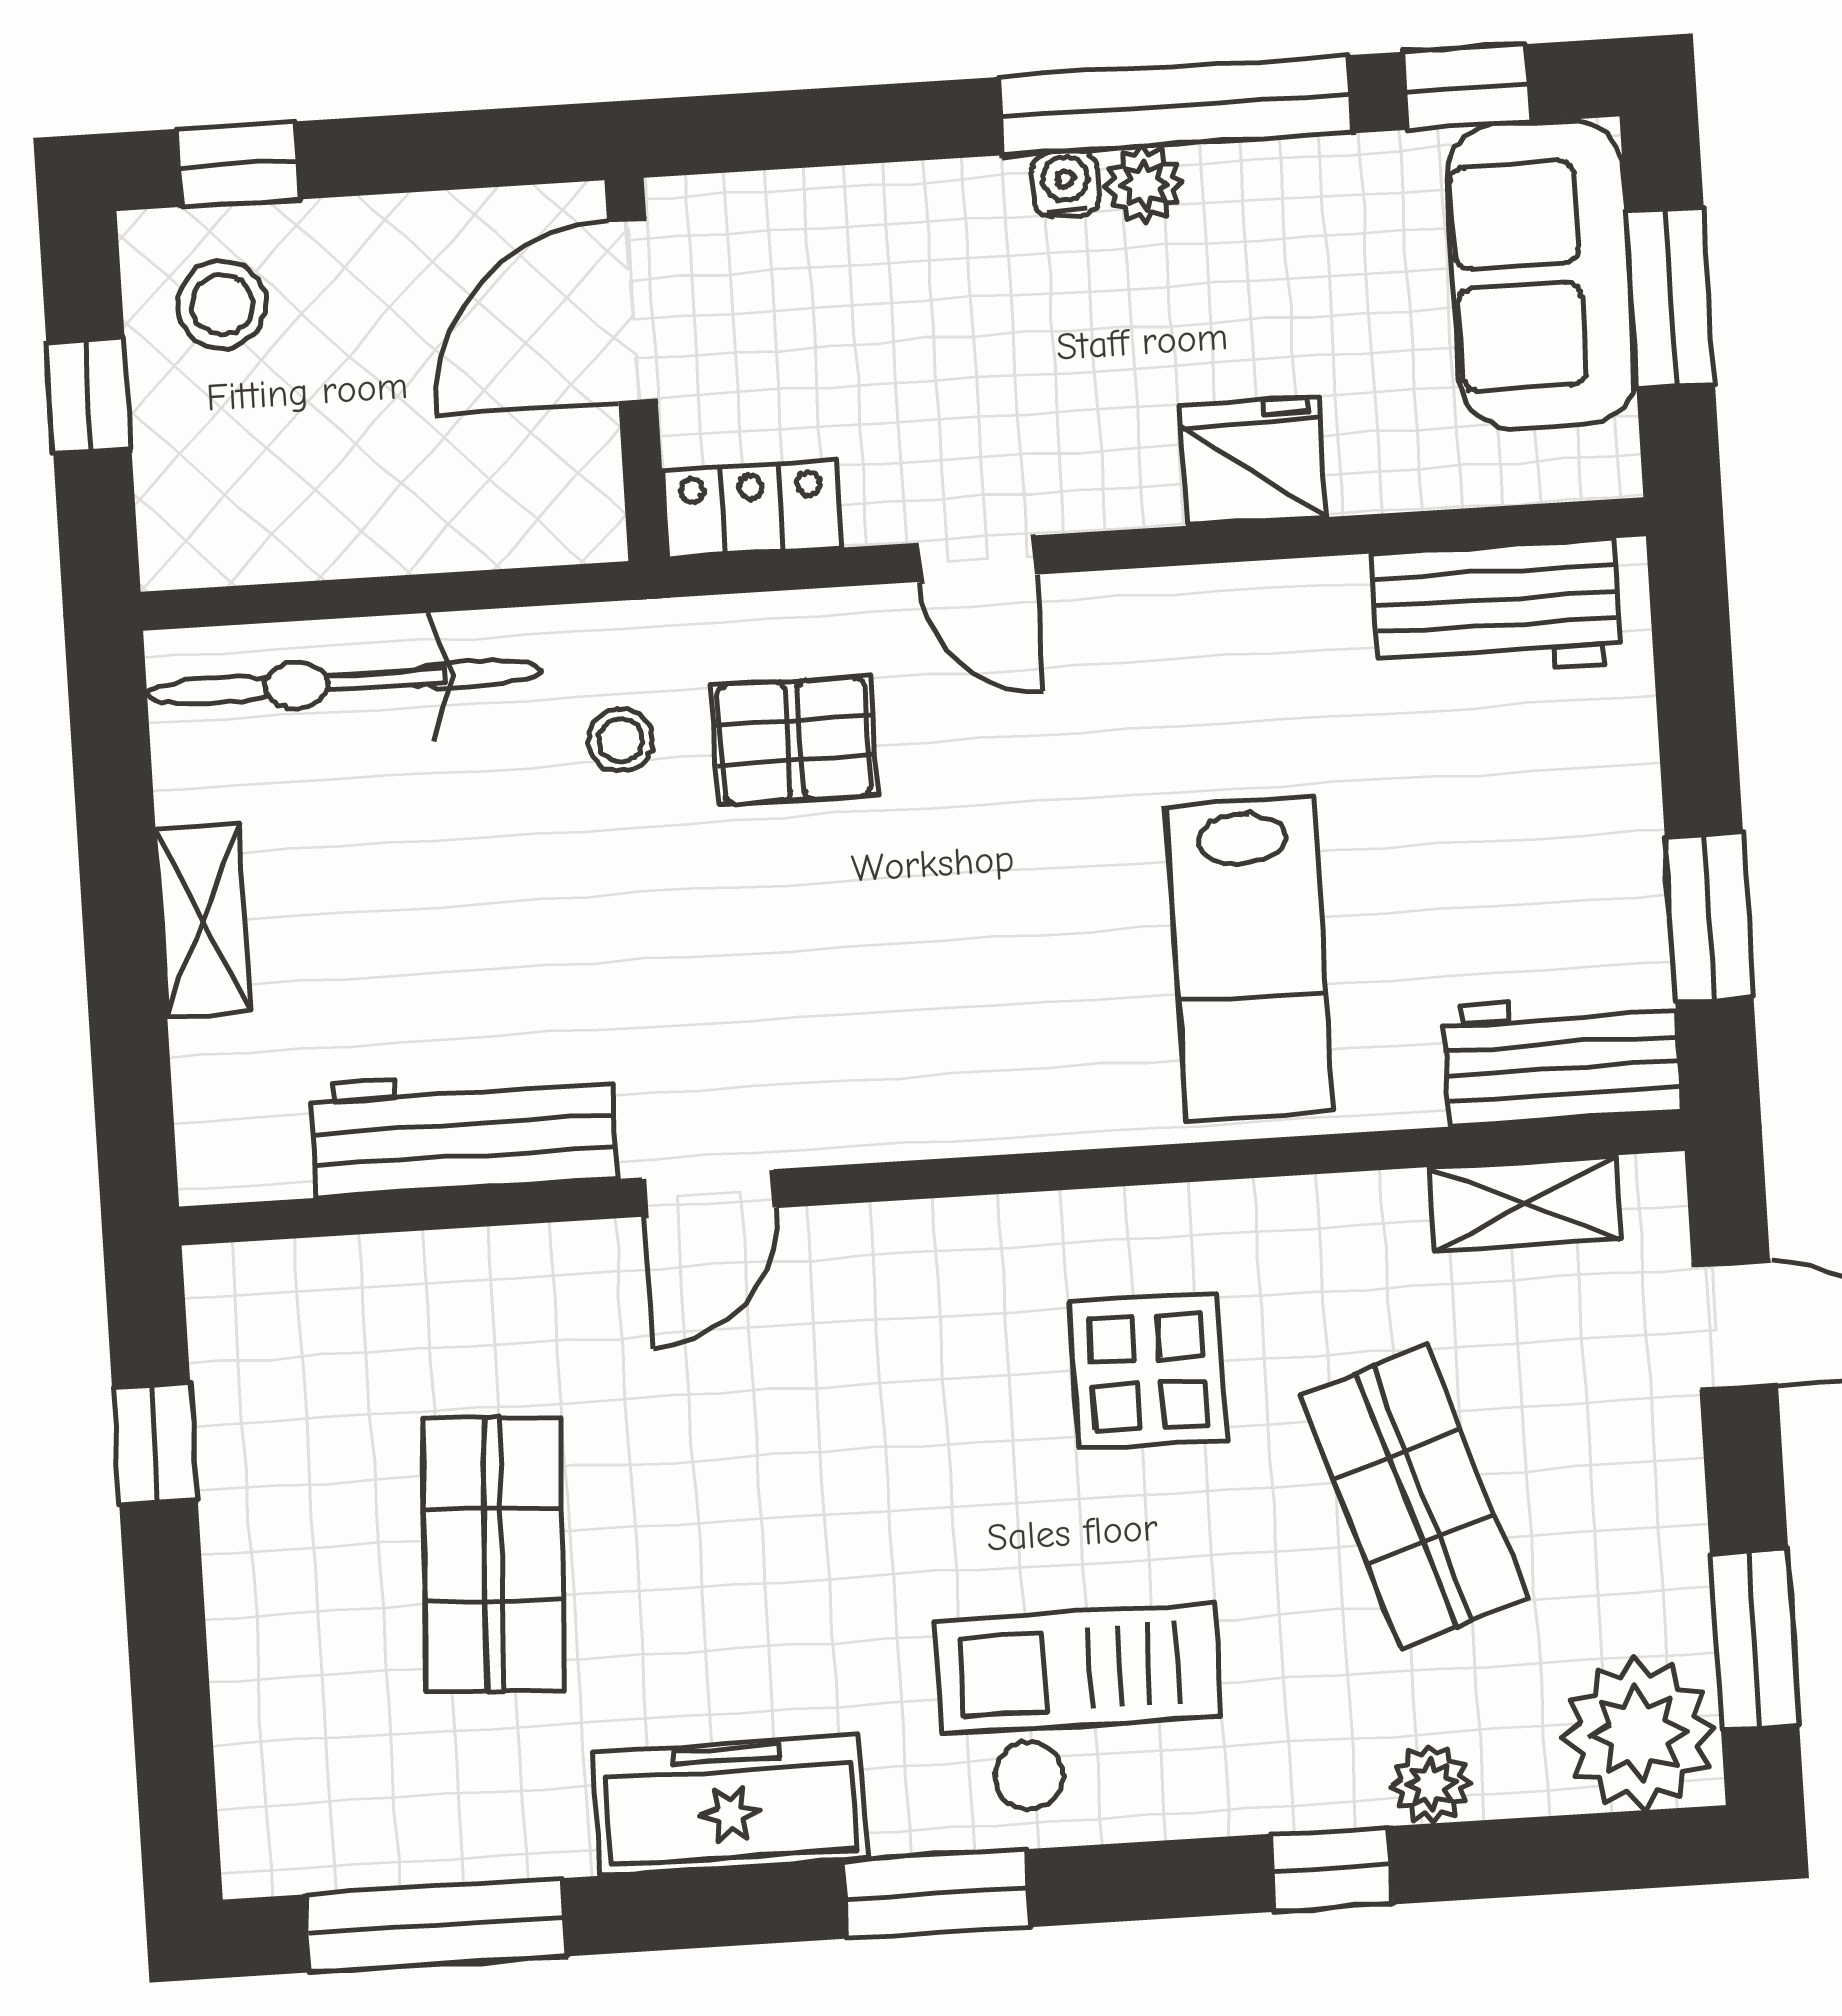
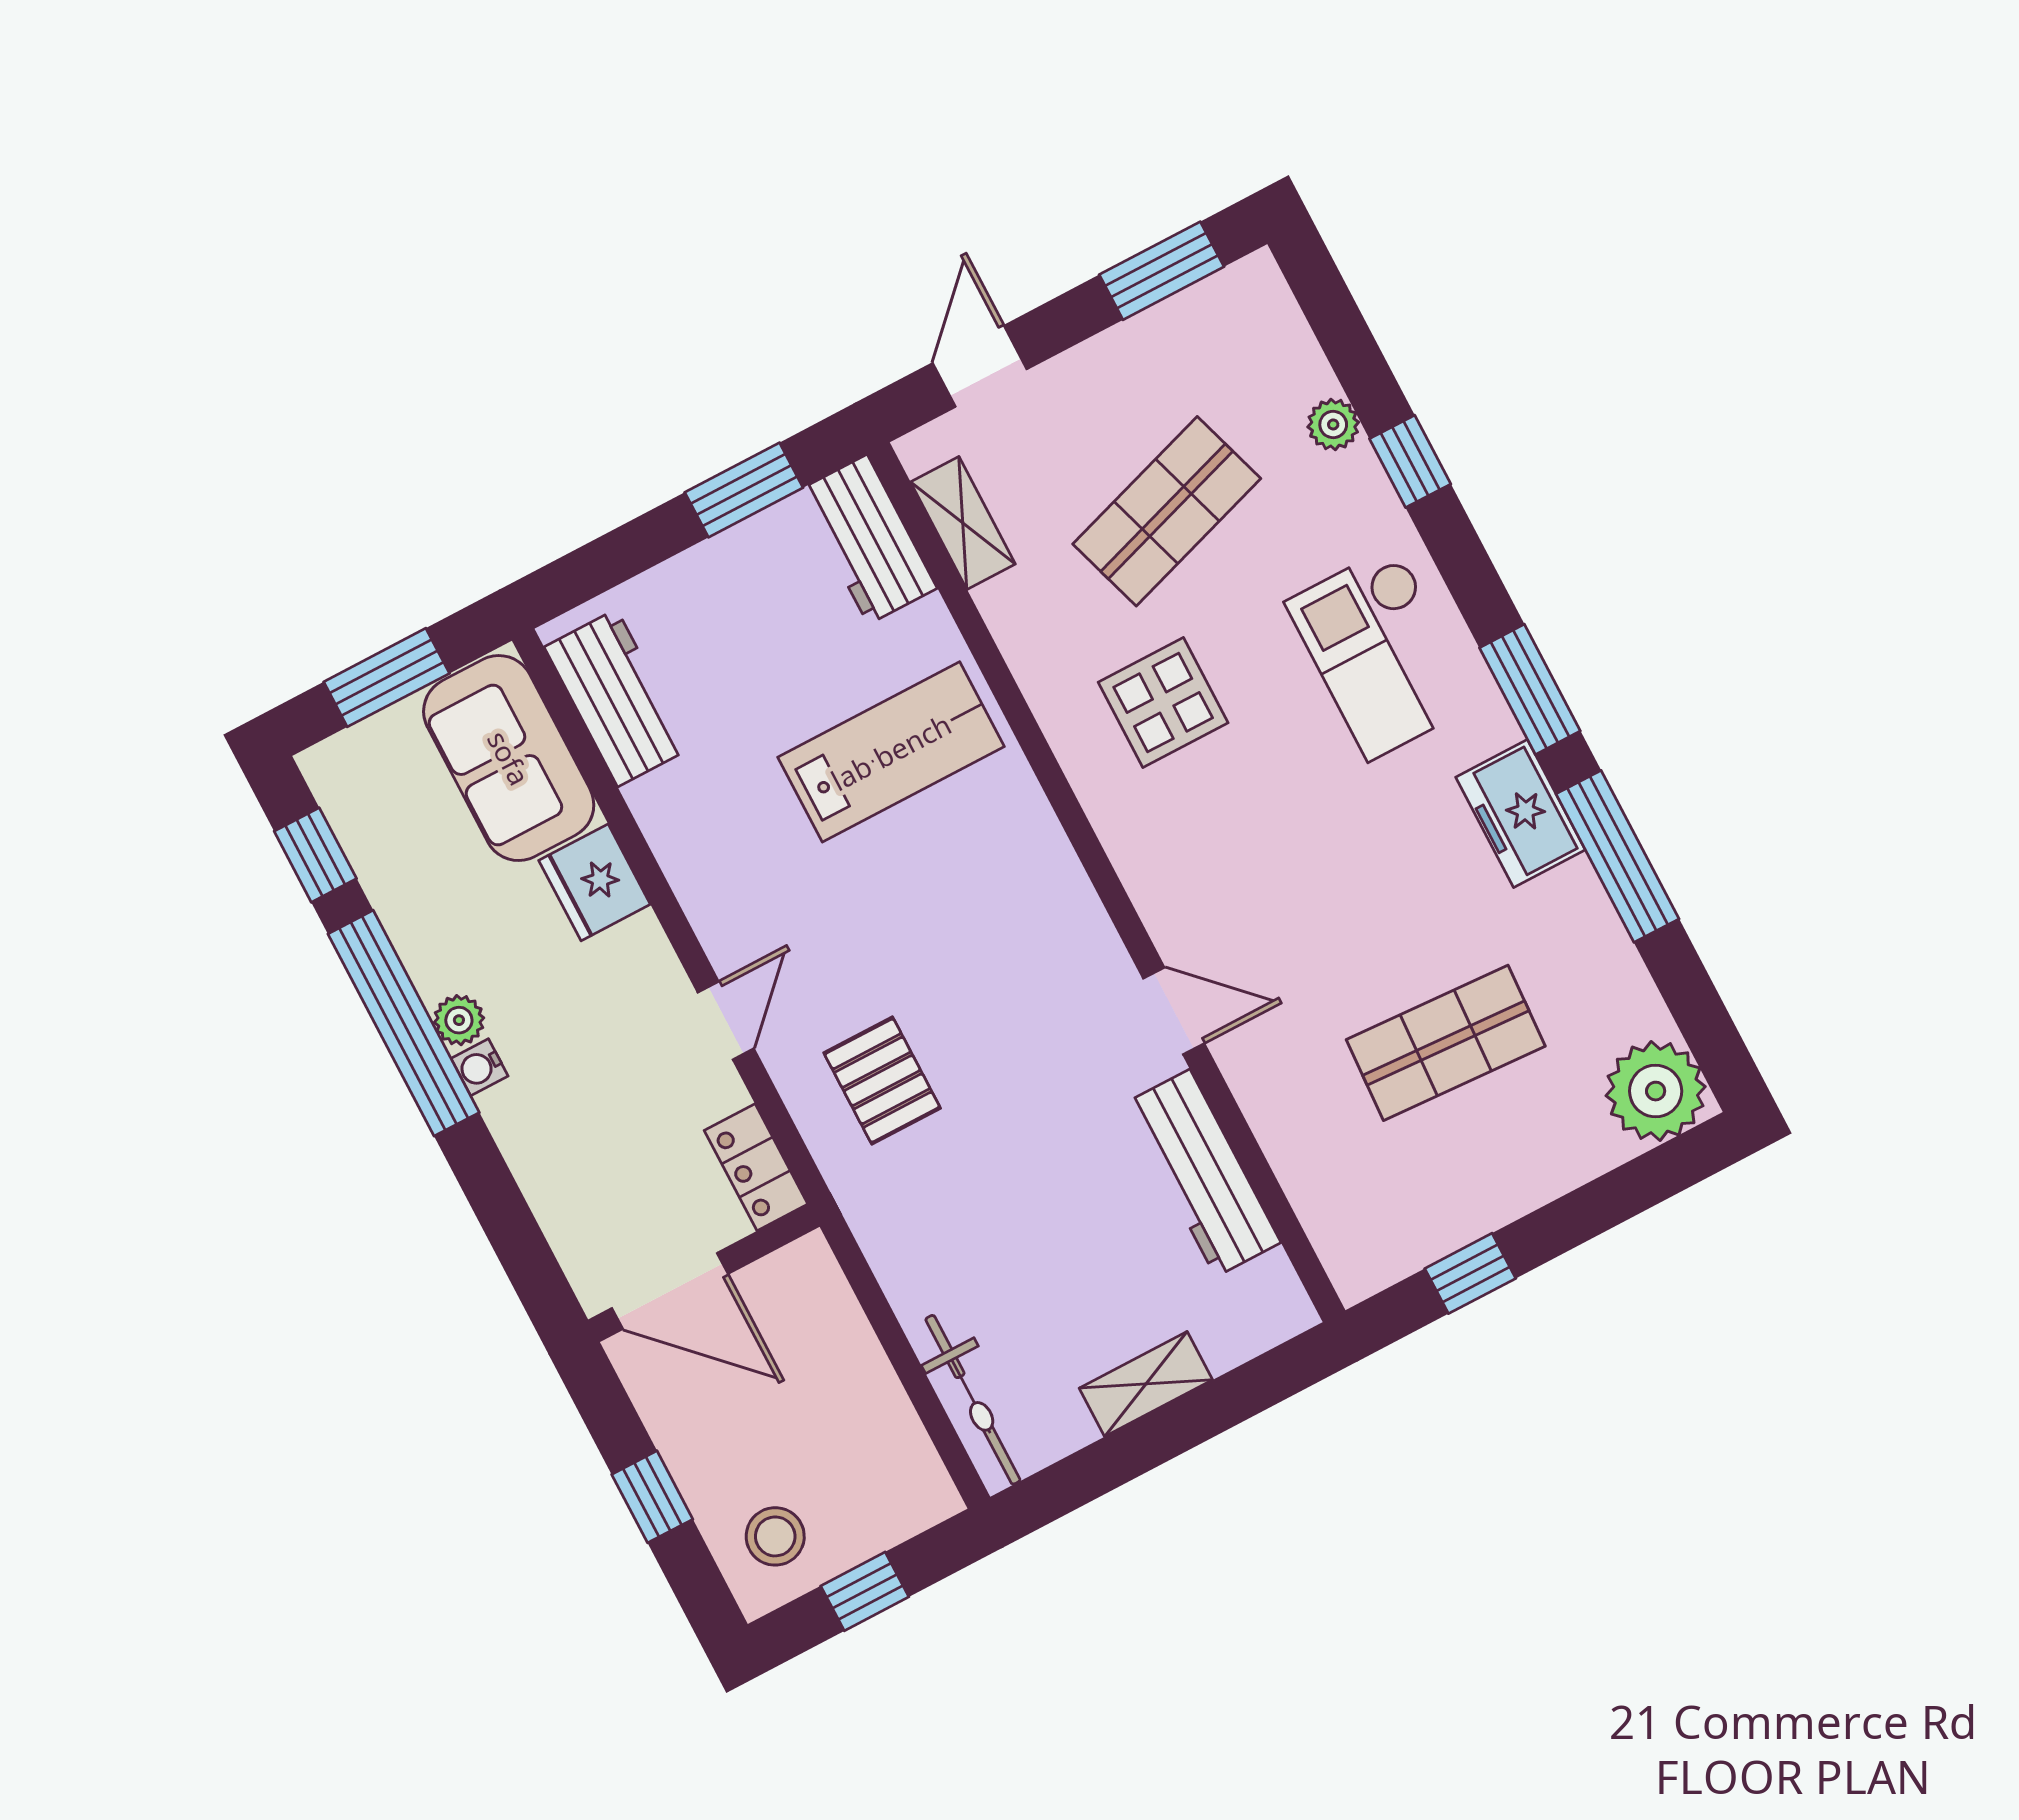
window: (238, 164) -> (652, 1497), moved
sofa: (1541, 274) -> (509, 758), moved, turned 90
bicycle: (344, 682) -> (973, 1400), width x0.73, depth x0.71
stool: (621, 740) -> (928, 1184), removed
plant: (1639, 1734) -> (1656, 1091), moved
freezer: (730, 1805) -> (1520, 813), width x0.71
window: (436, 1925) -> (1618, 856), moved

